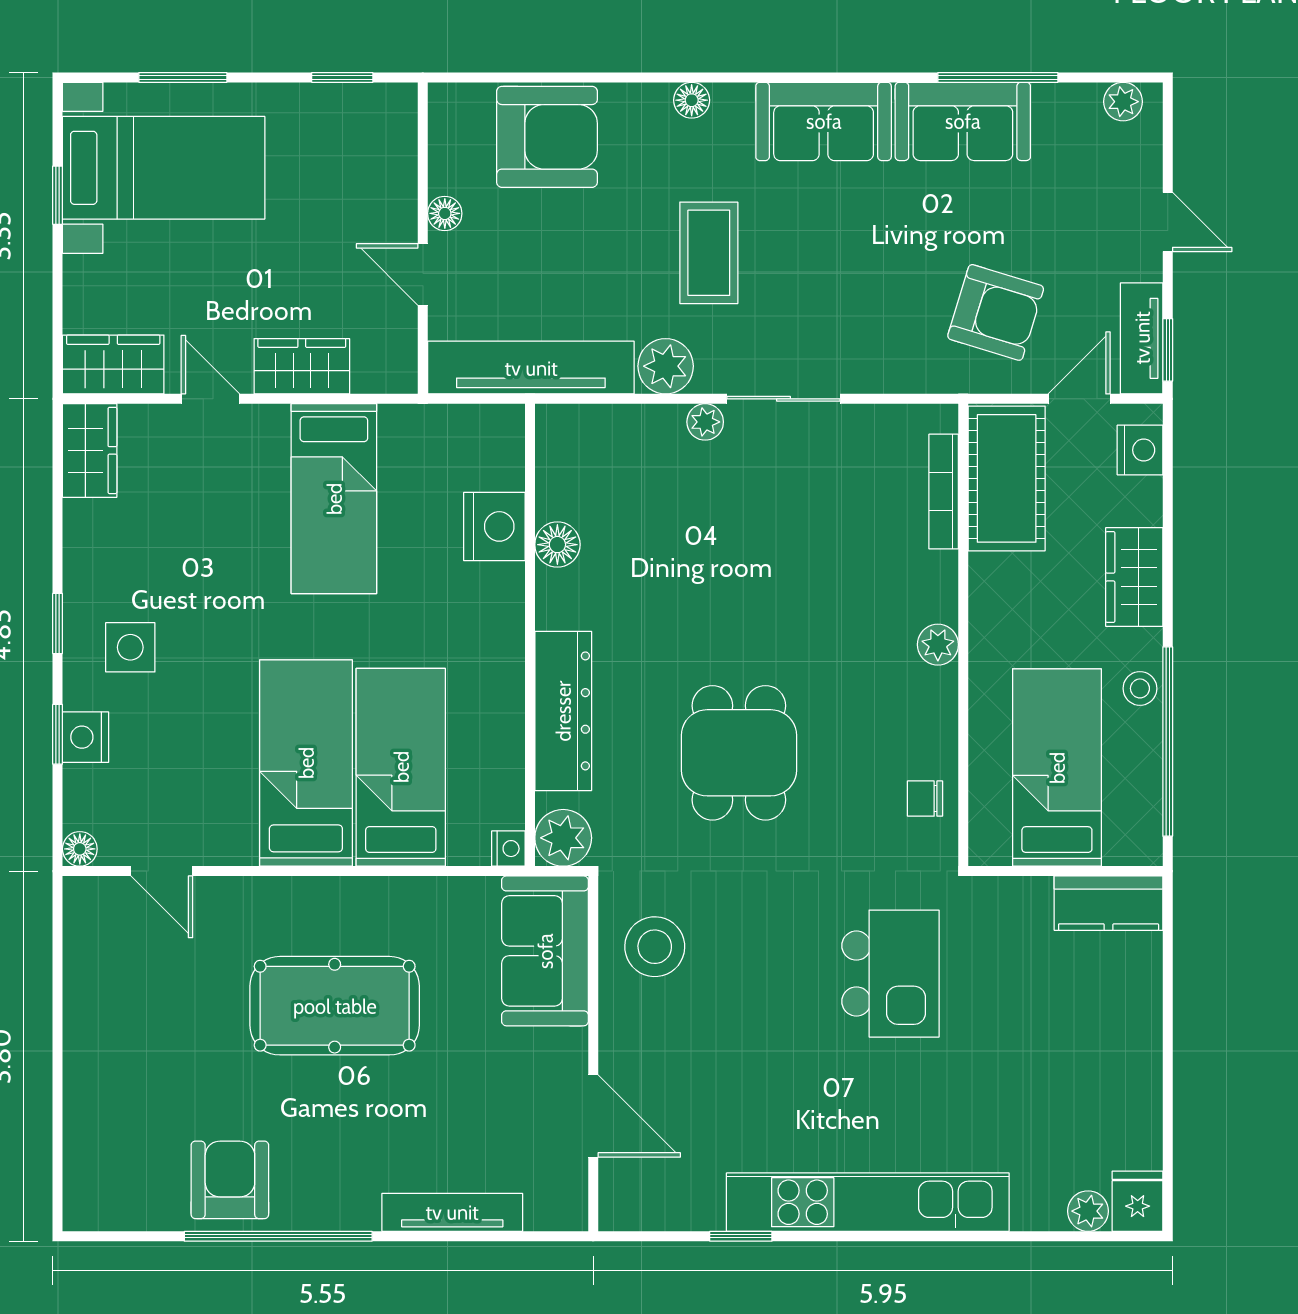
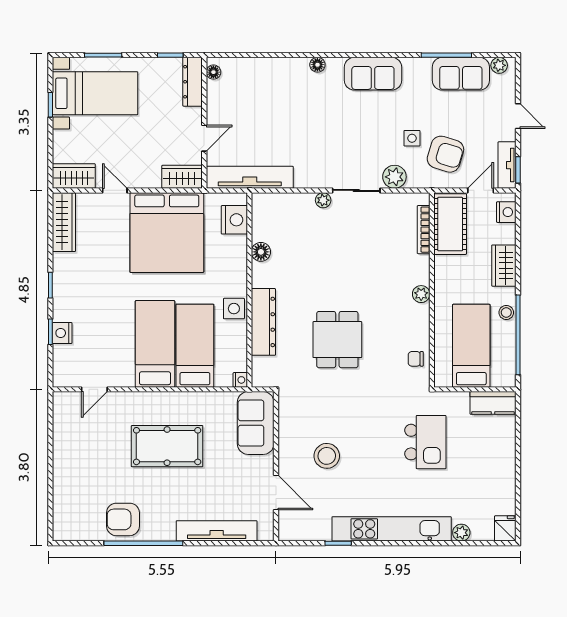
sofa: (963, 121) -> (461, 74), moved
armchair: (547, 137) -> (257, 80), removed
dresser: (395, 141) -> (193, 82), added
floor lamp: (445, 213) -> (213, 72), moved
coffee table: (709, 253) -> (325, 129), removed
door: (423, 274) -> (204, 138), swing flipped
side table: (916, 275) -> (412, 138), added
wardrobe: (302, 366) -> (182, 177), moved
plant: (666, 366) -> (394, 177), moved
wardrobe: (90, 450) -> (64, 222), width x1.50
bed: (334, 499) -> (167, 233), width x2.04
nightstand: (494, 526) -> (234, 220), moved
side table: (130, 647) -> (234, 309), moved
plant: (563, 838) -> (263, 375), removed
floor lamp: (80, 849) -> (60, 380), removed
door: (162, 871) -> (94, 389), hinge flipped
stool: (655, 947) -> (327, 456), moved
kitchen island: (890, 974) -> (425, 442), moved
armchair: (230, 1180) -> (123, 519), turned -90
plant: (1088, 1211) -> (461, 533), moved
tv unit: (452, 1212) -> (217, 531), width x1.36, depth x1.29

